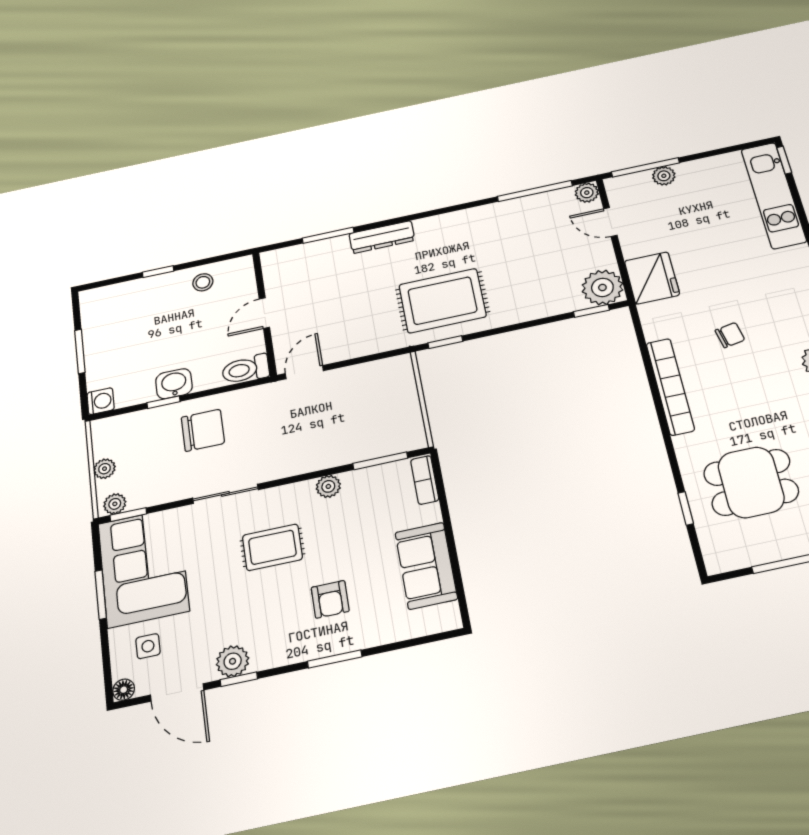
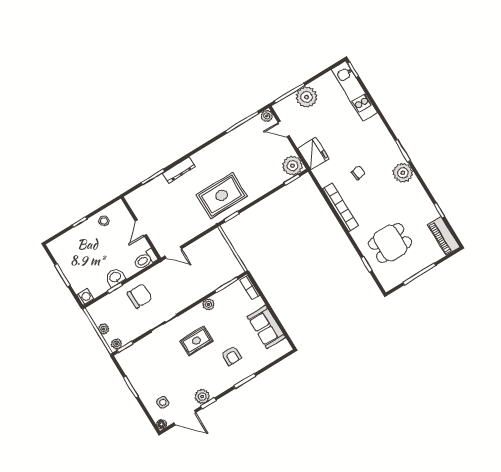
plant: (664, 176) -> (307, 97), width x1.87, depth x1.87
door: (304, 372) -> (173, 252), swing flipped
corner sofa: (143, 567) -> (144, 368), removed

